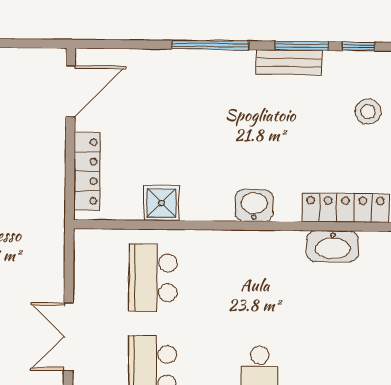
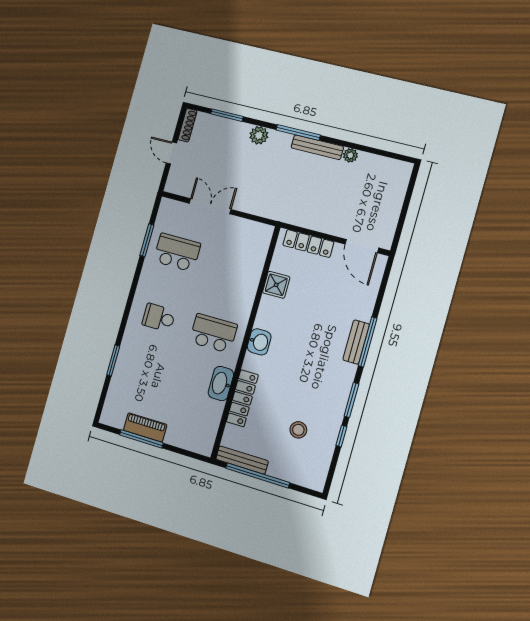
bench: (289, 62) -> (356, 342), moved
school desk: (153, 278) -> (213, 333), moved

